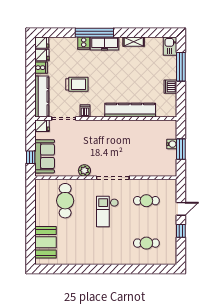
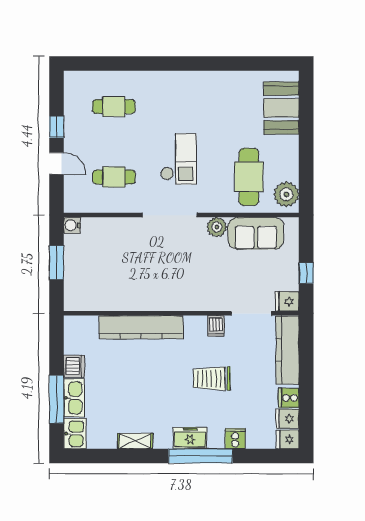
cooker: (84, 43) -> (235, 439), moved
freezer: (105, 43) -> (190, 438), width x0.71
kitchen sink: (171, 68) -> (74, 398), added
trolley: (77, 84) -> (212, 378), moved
water cooler: (172, 144) -> (72, 225), moved
sofa: (45, 156) -> (256, 233), moved, turned -90
window: (31, 157) -> (306, 273), moved
plant: (43, 190) -> (286, 194), added
door: (181, 209) -> (57, 163), swing flipped

